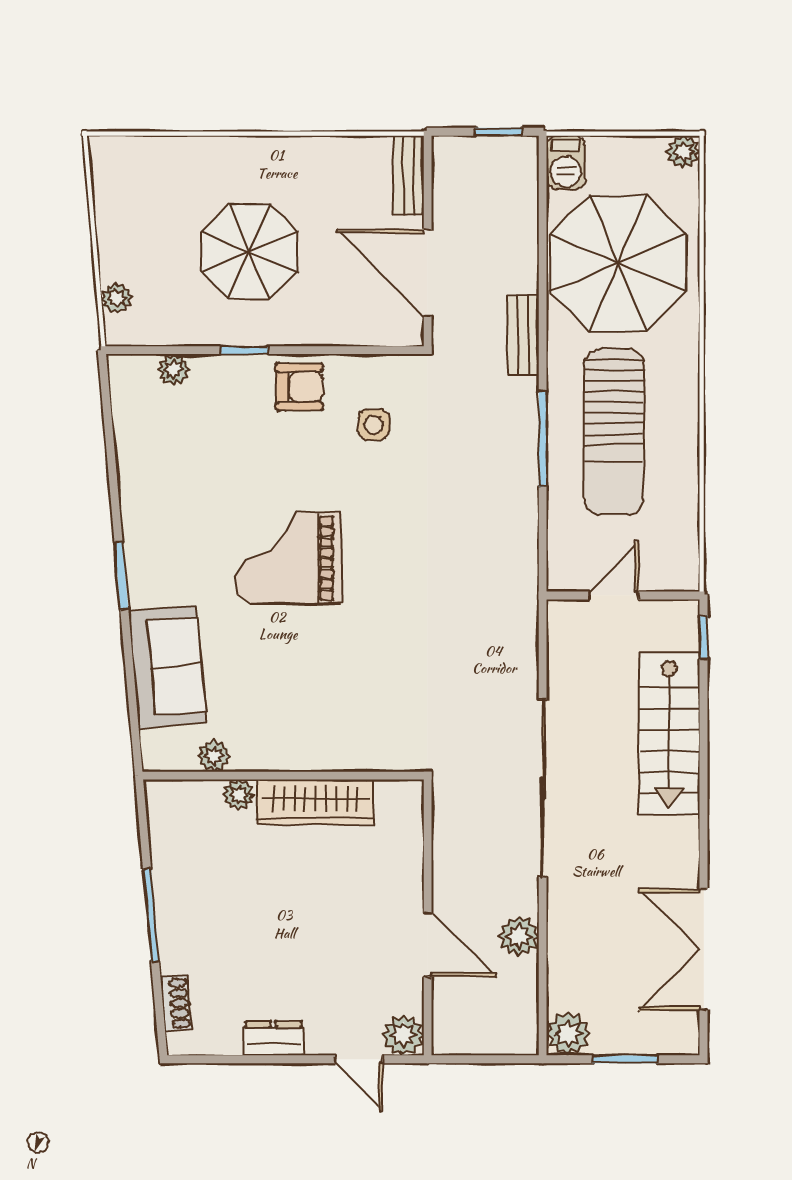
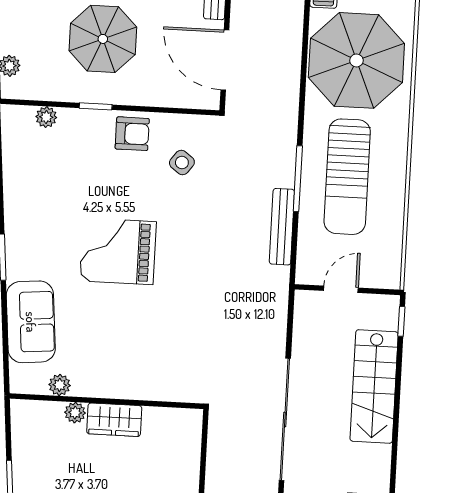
bench: (523, 335) -> (282, 227), moved, width x1.36
side table: (374, 425) -> (182, 163), turned 37
wardrobe: (315, 802) -> (114, 420), width x0.67

